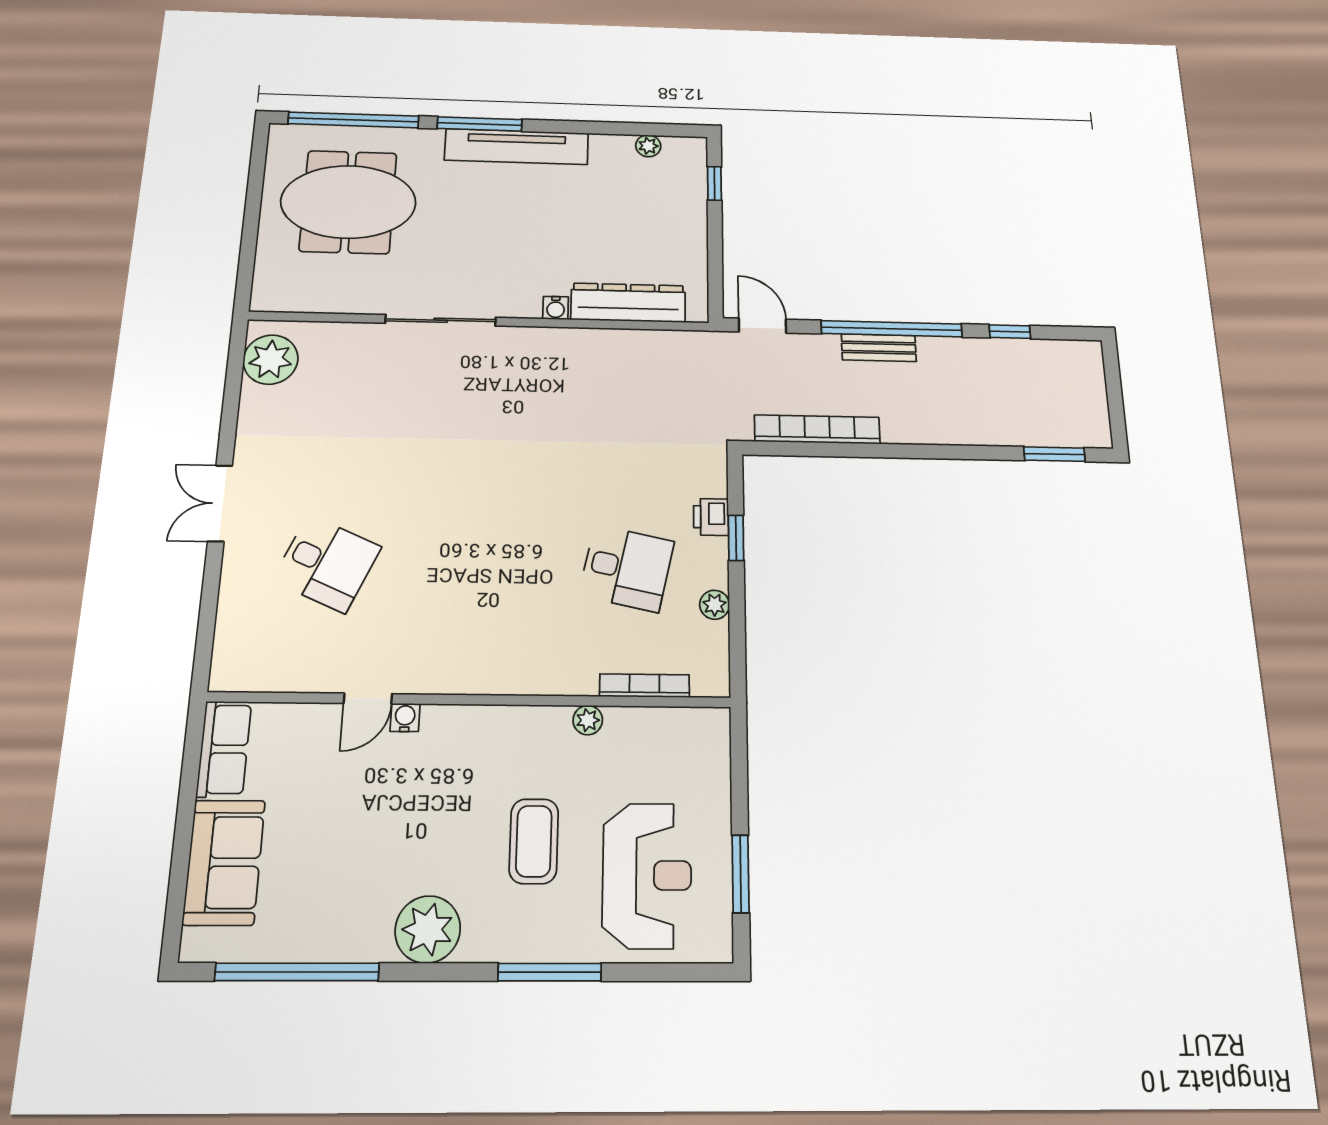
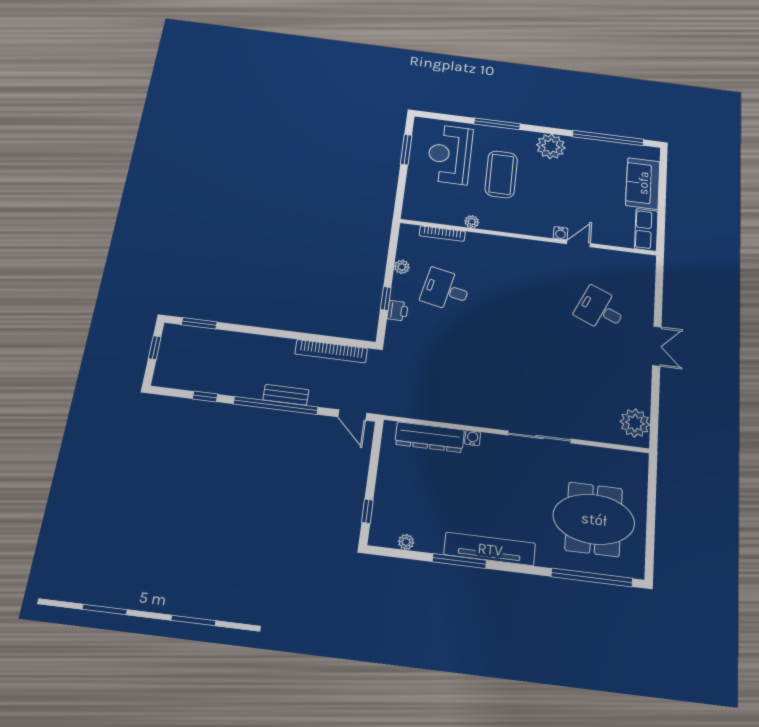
window: (480, 124) -> (459, 561), moved
window: (1115, 404) -> (155, 348), added
coffee table: (534, 841) -> (501, 174), width x1.36, depth x1.32

